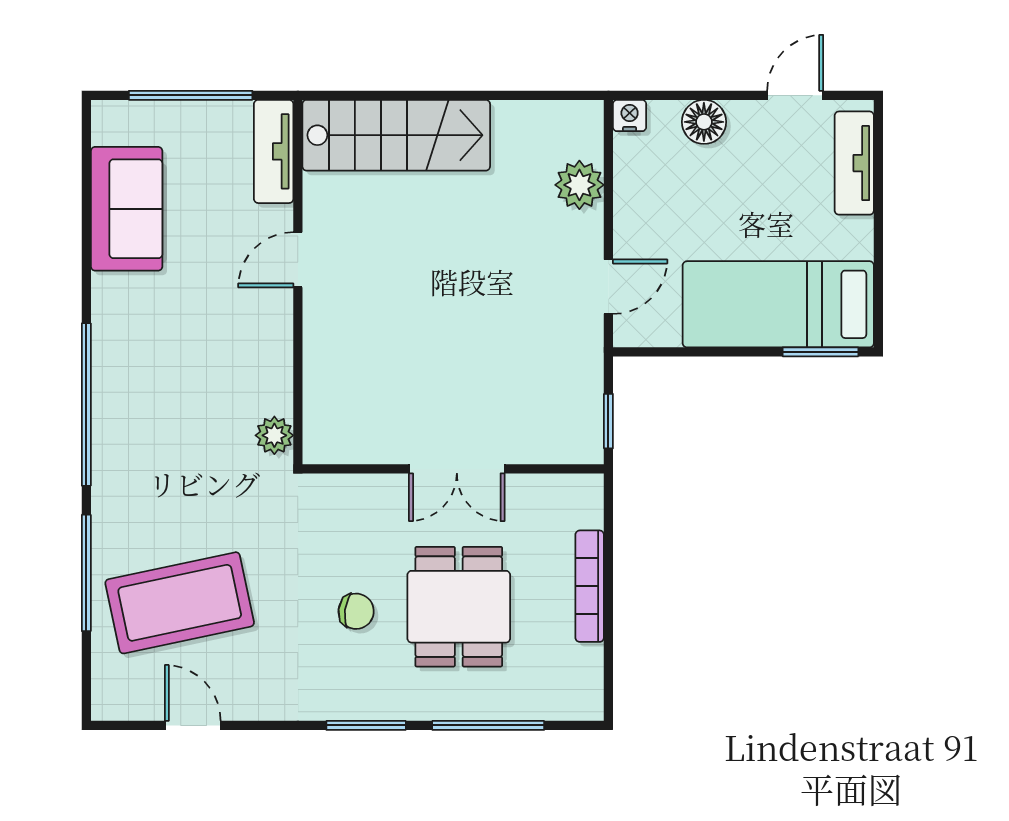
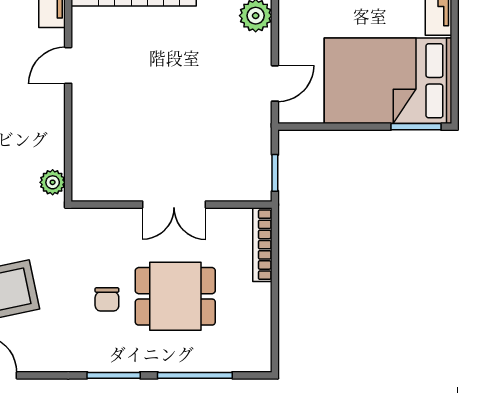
bed: (778, 304) -> (388, 81), width x1.50
bookcase: (590, 586) -> (262, 245), moved
dining table: (459, 607) -> (175, 296), turned 90
chair: (356, 611) -> (107, 299), turned 83

